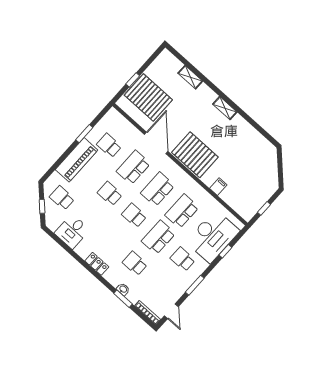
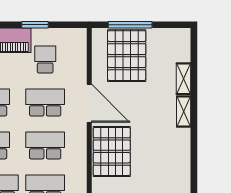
window: (133, 80) -> (130, 25), width x2.17
shelving: (225, 108) -> (184, 112), moved
door: (156, 143) -> (89, 103), hinge flipped

